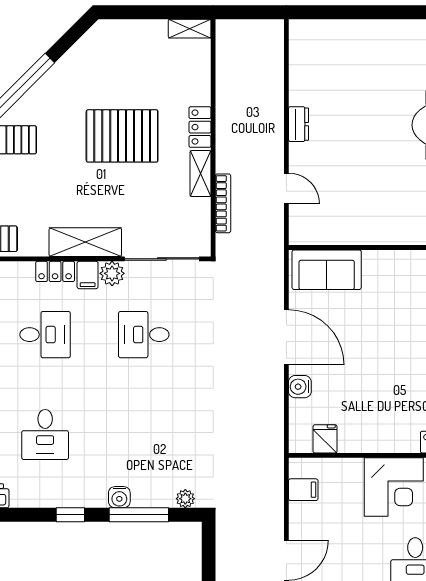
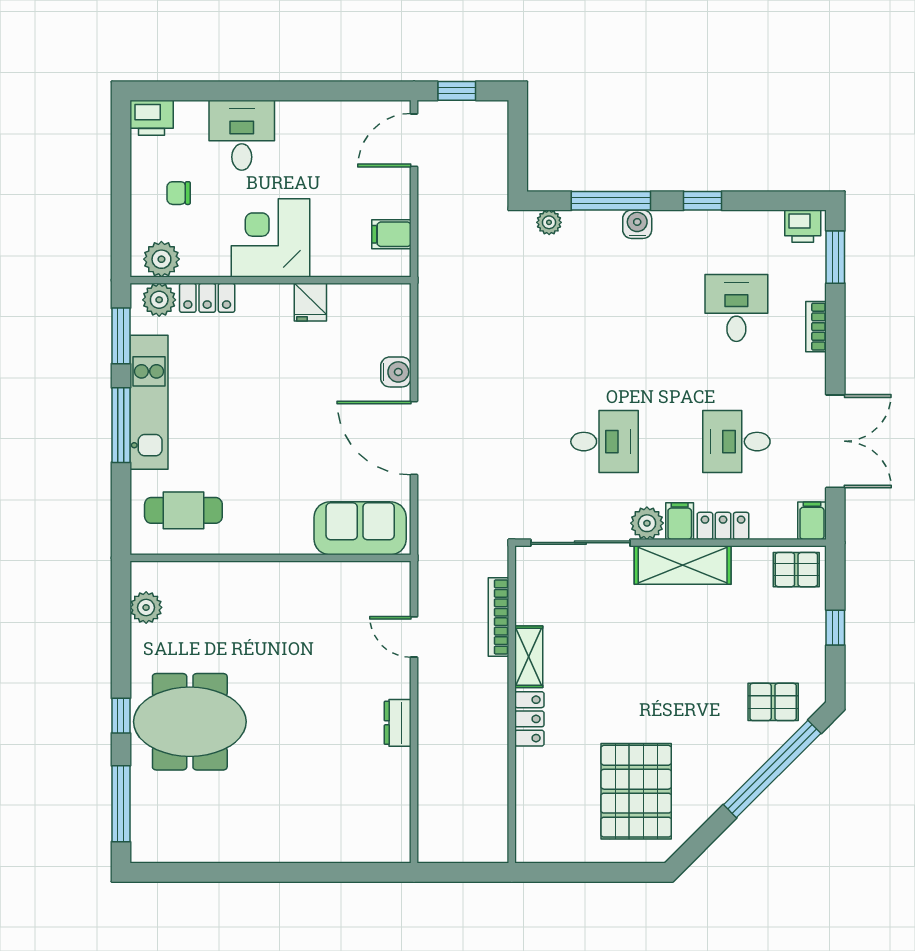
shelving: (190, 29) -> (543, 850), removed
pallet: (122, 136) -> (636, 791), moved, turned 90
fridge: (325, 439) -> (310, 302), moved

